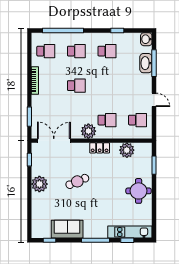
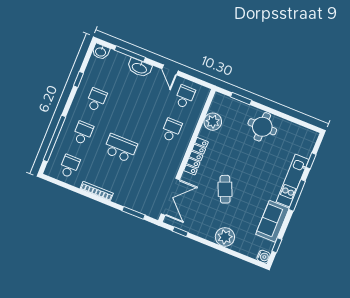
washbasin: (146, 63) -> (139, 68), moved
school desk: (76, 86) -> (120, 148), width x1.85
door: (154, 100) -> (170, 70), swing flipped
plant: (88, 131) -> (175, 155), removed
double door: (54, 141) -> (170, 197), swing flipped
locker: (100, 148) -> (196, 156), width x1.53
plant: (39, 184) -> (225, 237), moved
kitchen unit: (130, 232) -> (293, 181), moved
water cooler: (36, 233) -> (263, 257), added

